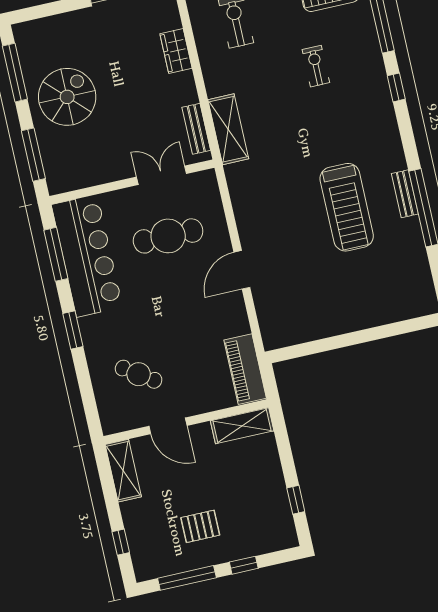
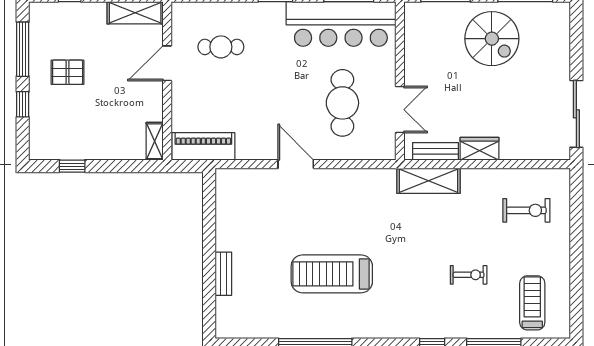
wardrobe: (176, 51) -> (480, 149), moved
bench: (405, 194) -> (223, 274), moved, turned 90
cafe table: (139, 374) -> (221, 47), turned 56
shelving: (242, 426) -> (155, 141), width x0.67, depth x0.75
pallet: (200, 526) -> (68, 72), turned 90

